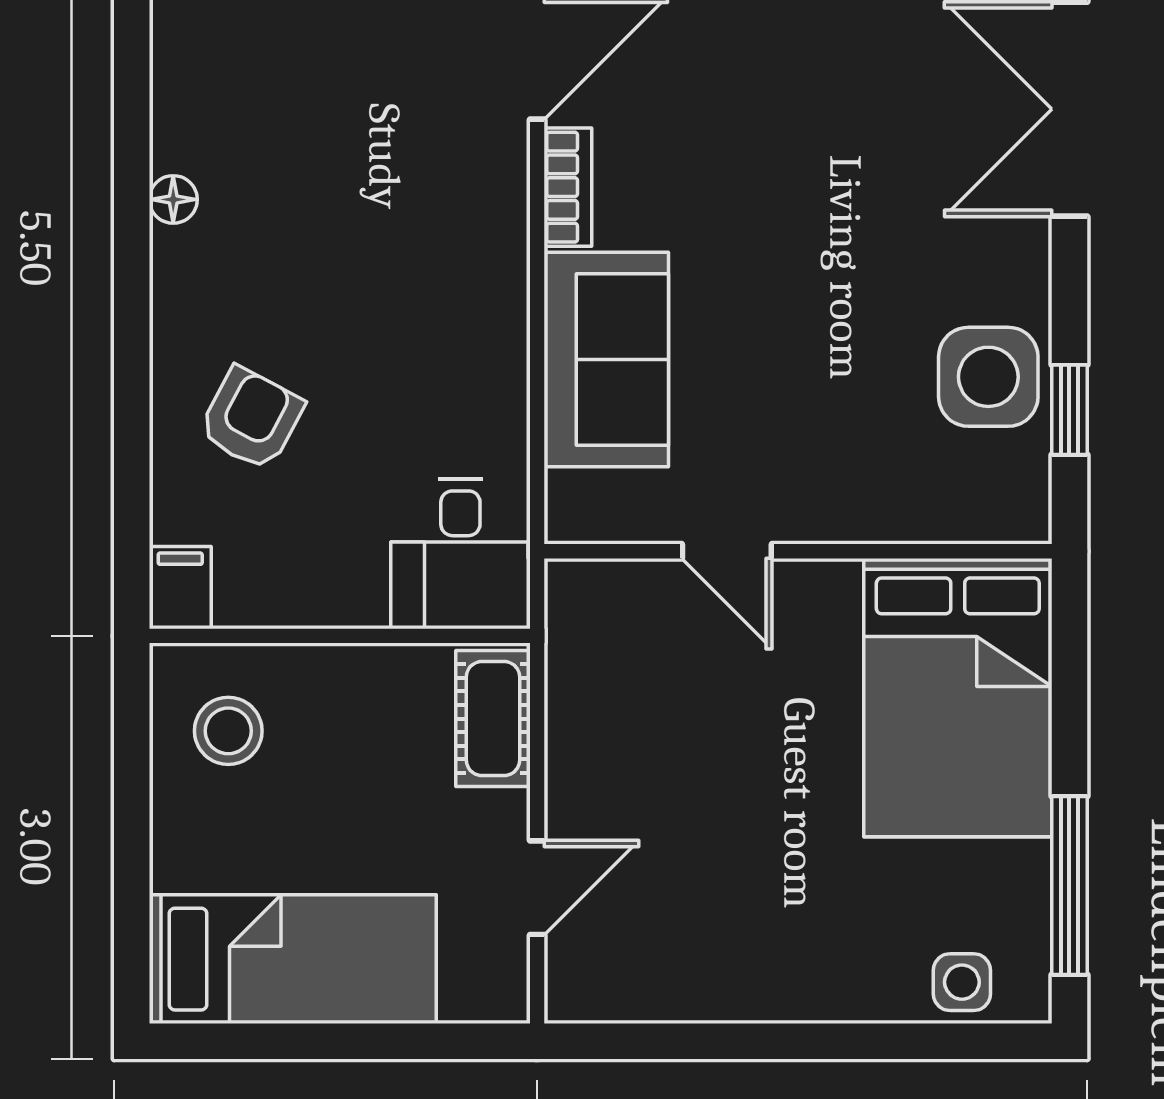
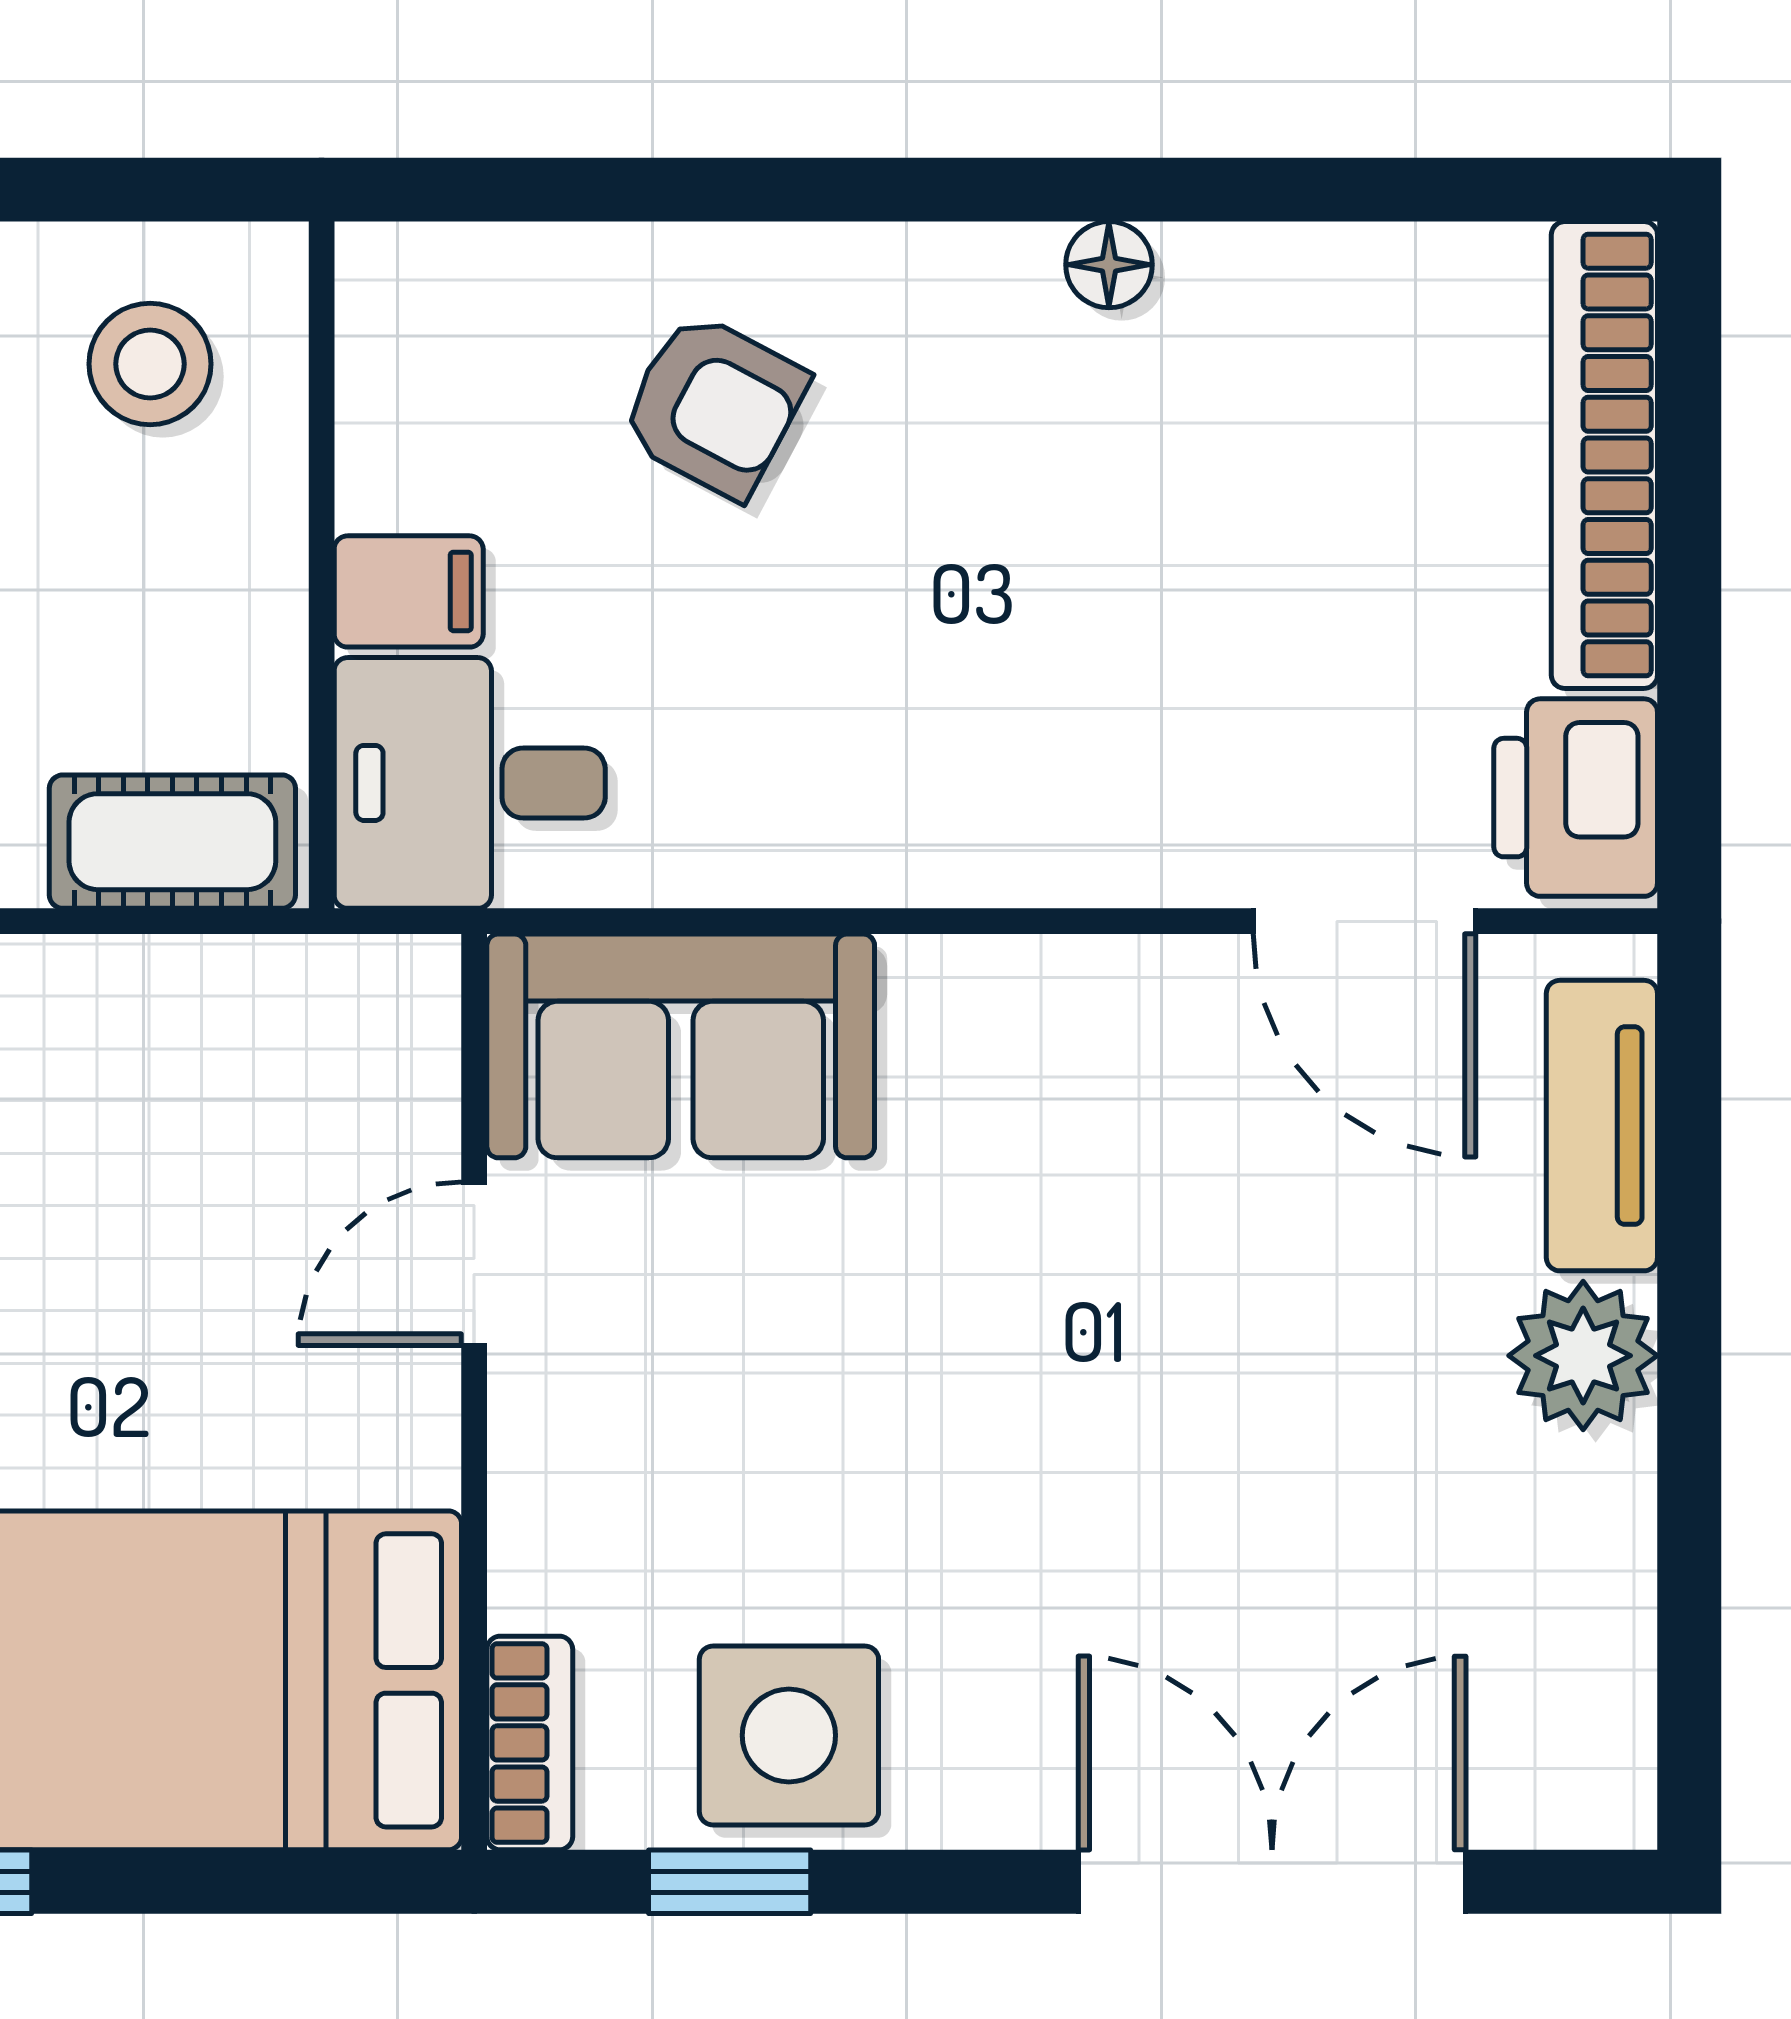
bookcase: (568, 187) -> (530, 1743), moved, turned -90
sofa: (606, 359) -> (681, 1046), moved
filing cabinet: (180, 588) -> (409, 591), moved

